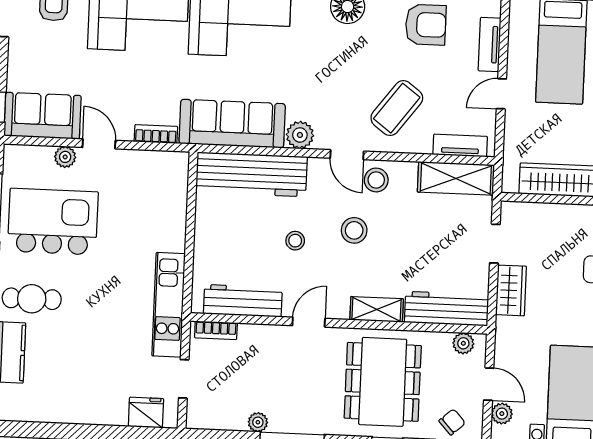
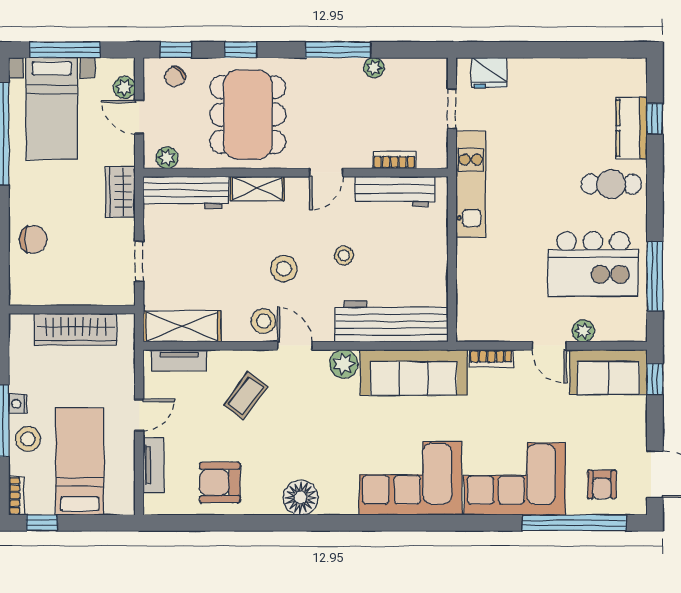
coffee table: (397, 108) -> (246, 396), width x0.73, depth x0.77
wardrobe: (511, 290) -> (120, 192), moved
bookcase: (216, 330) -> (394, 160), moved

